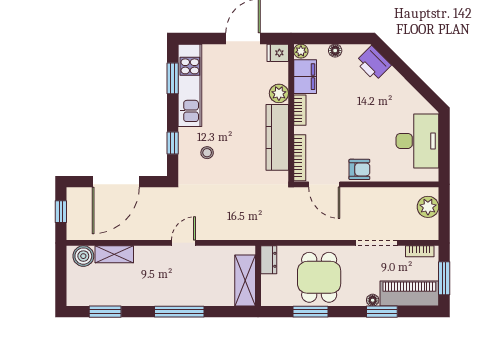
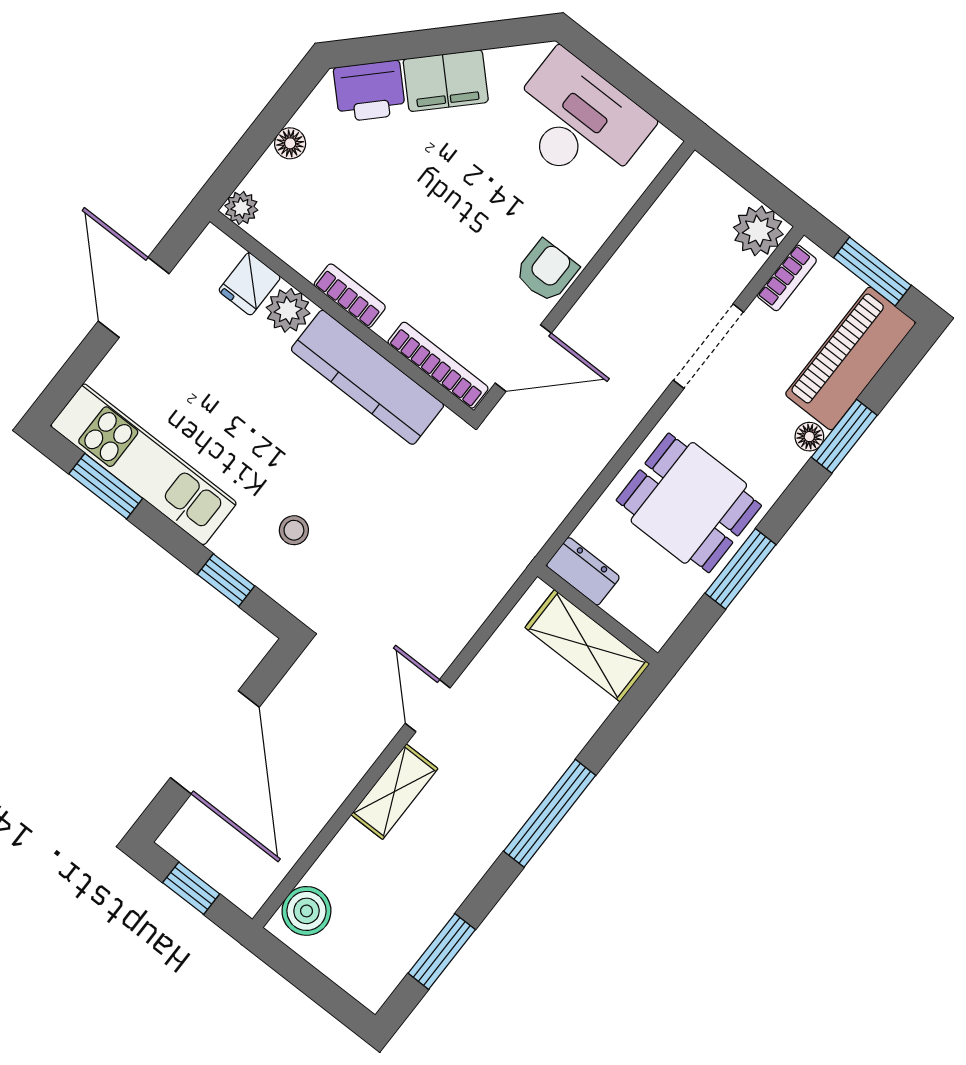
fridge: (278, 53) -> (250, 284), moved
filing cabinet: (305, 77) -> (446, 81), moved, turned 135
plant: (428, 207) -> (758, 231), moved
shelving: (114, 254) -> (394, 792), moved

